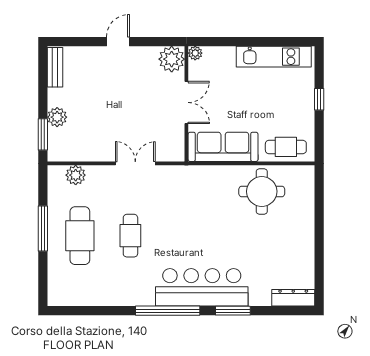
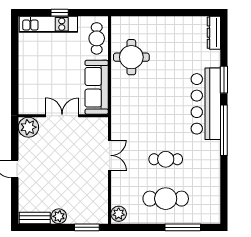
plant: (195, 53) -> (24, 109), removed
kitchen unit: (274, 57) -> (48, 24), moved, turned 90
plant: (57, 117) -> (59, 216), moved
double door: (135, 163) -> (110, 155), swing flipped
plant: (76, 175) -> (119, 214), moved
window: (43, 228) -> (183, 227), moved

